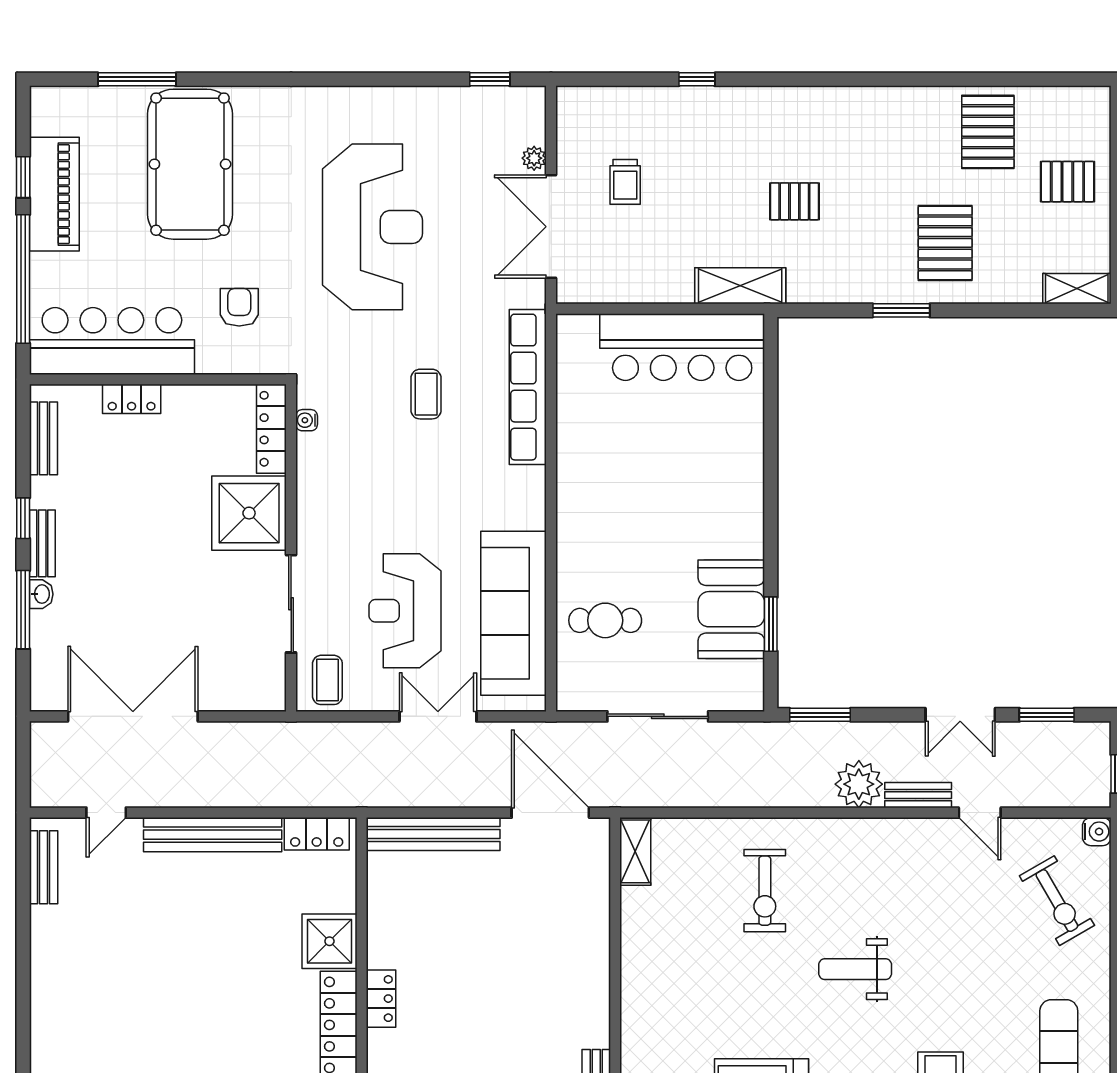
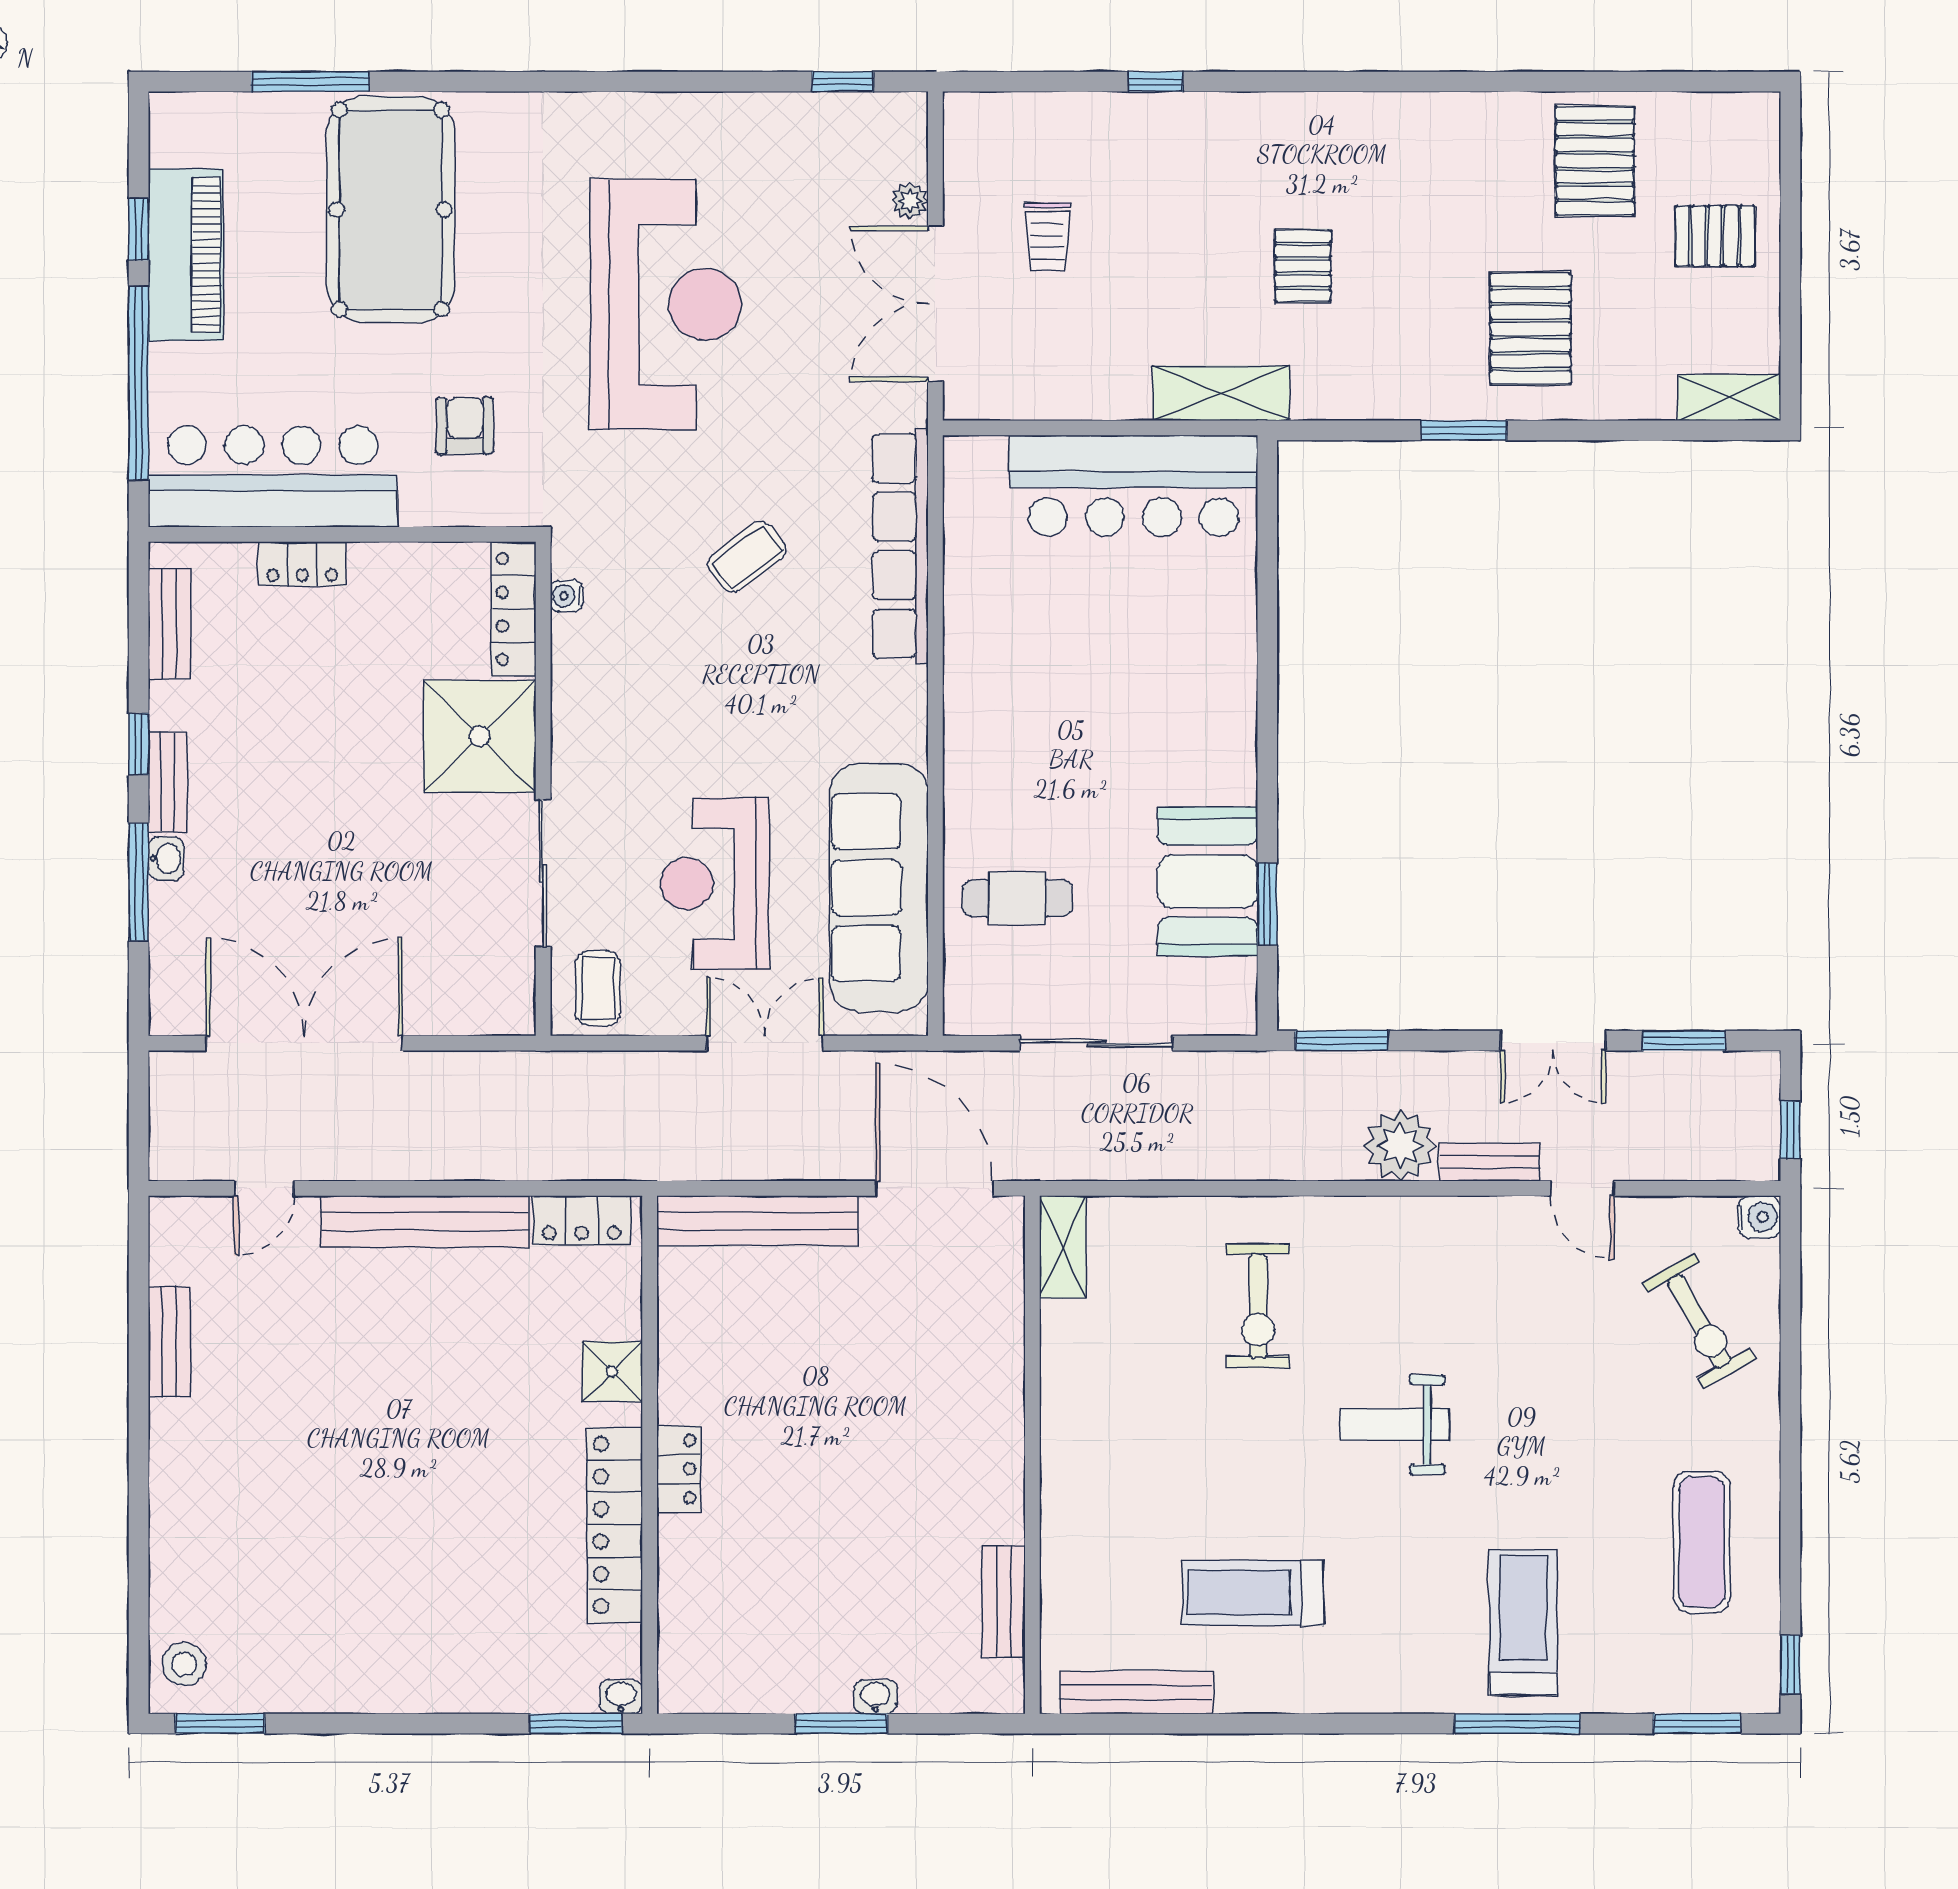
pallet: (794, 201) -> (1303, 266), turned 90
coffee table: (426, 394) -> (747, 557), turned 53
bench: (44, 867) -> (169, 1342), moved
shower: (329, 941) -> (612, 1371), width x0.73, depth x0.73

